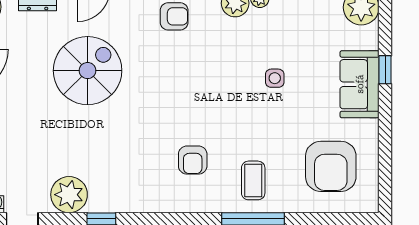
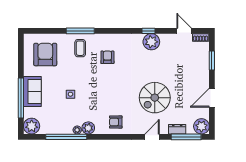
window: (385, 70) -> (21, 98), width x3.17
plant: (69, 195) -> (151, 42), moved

